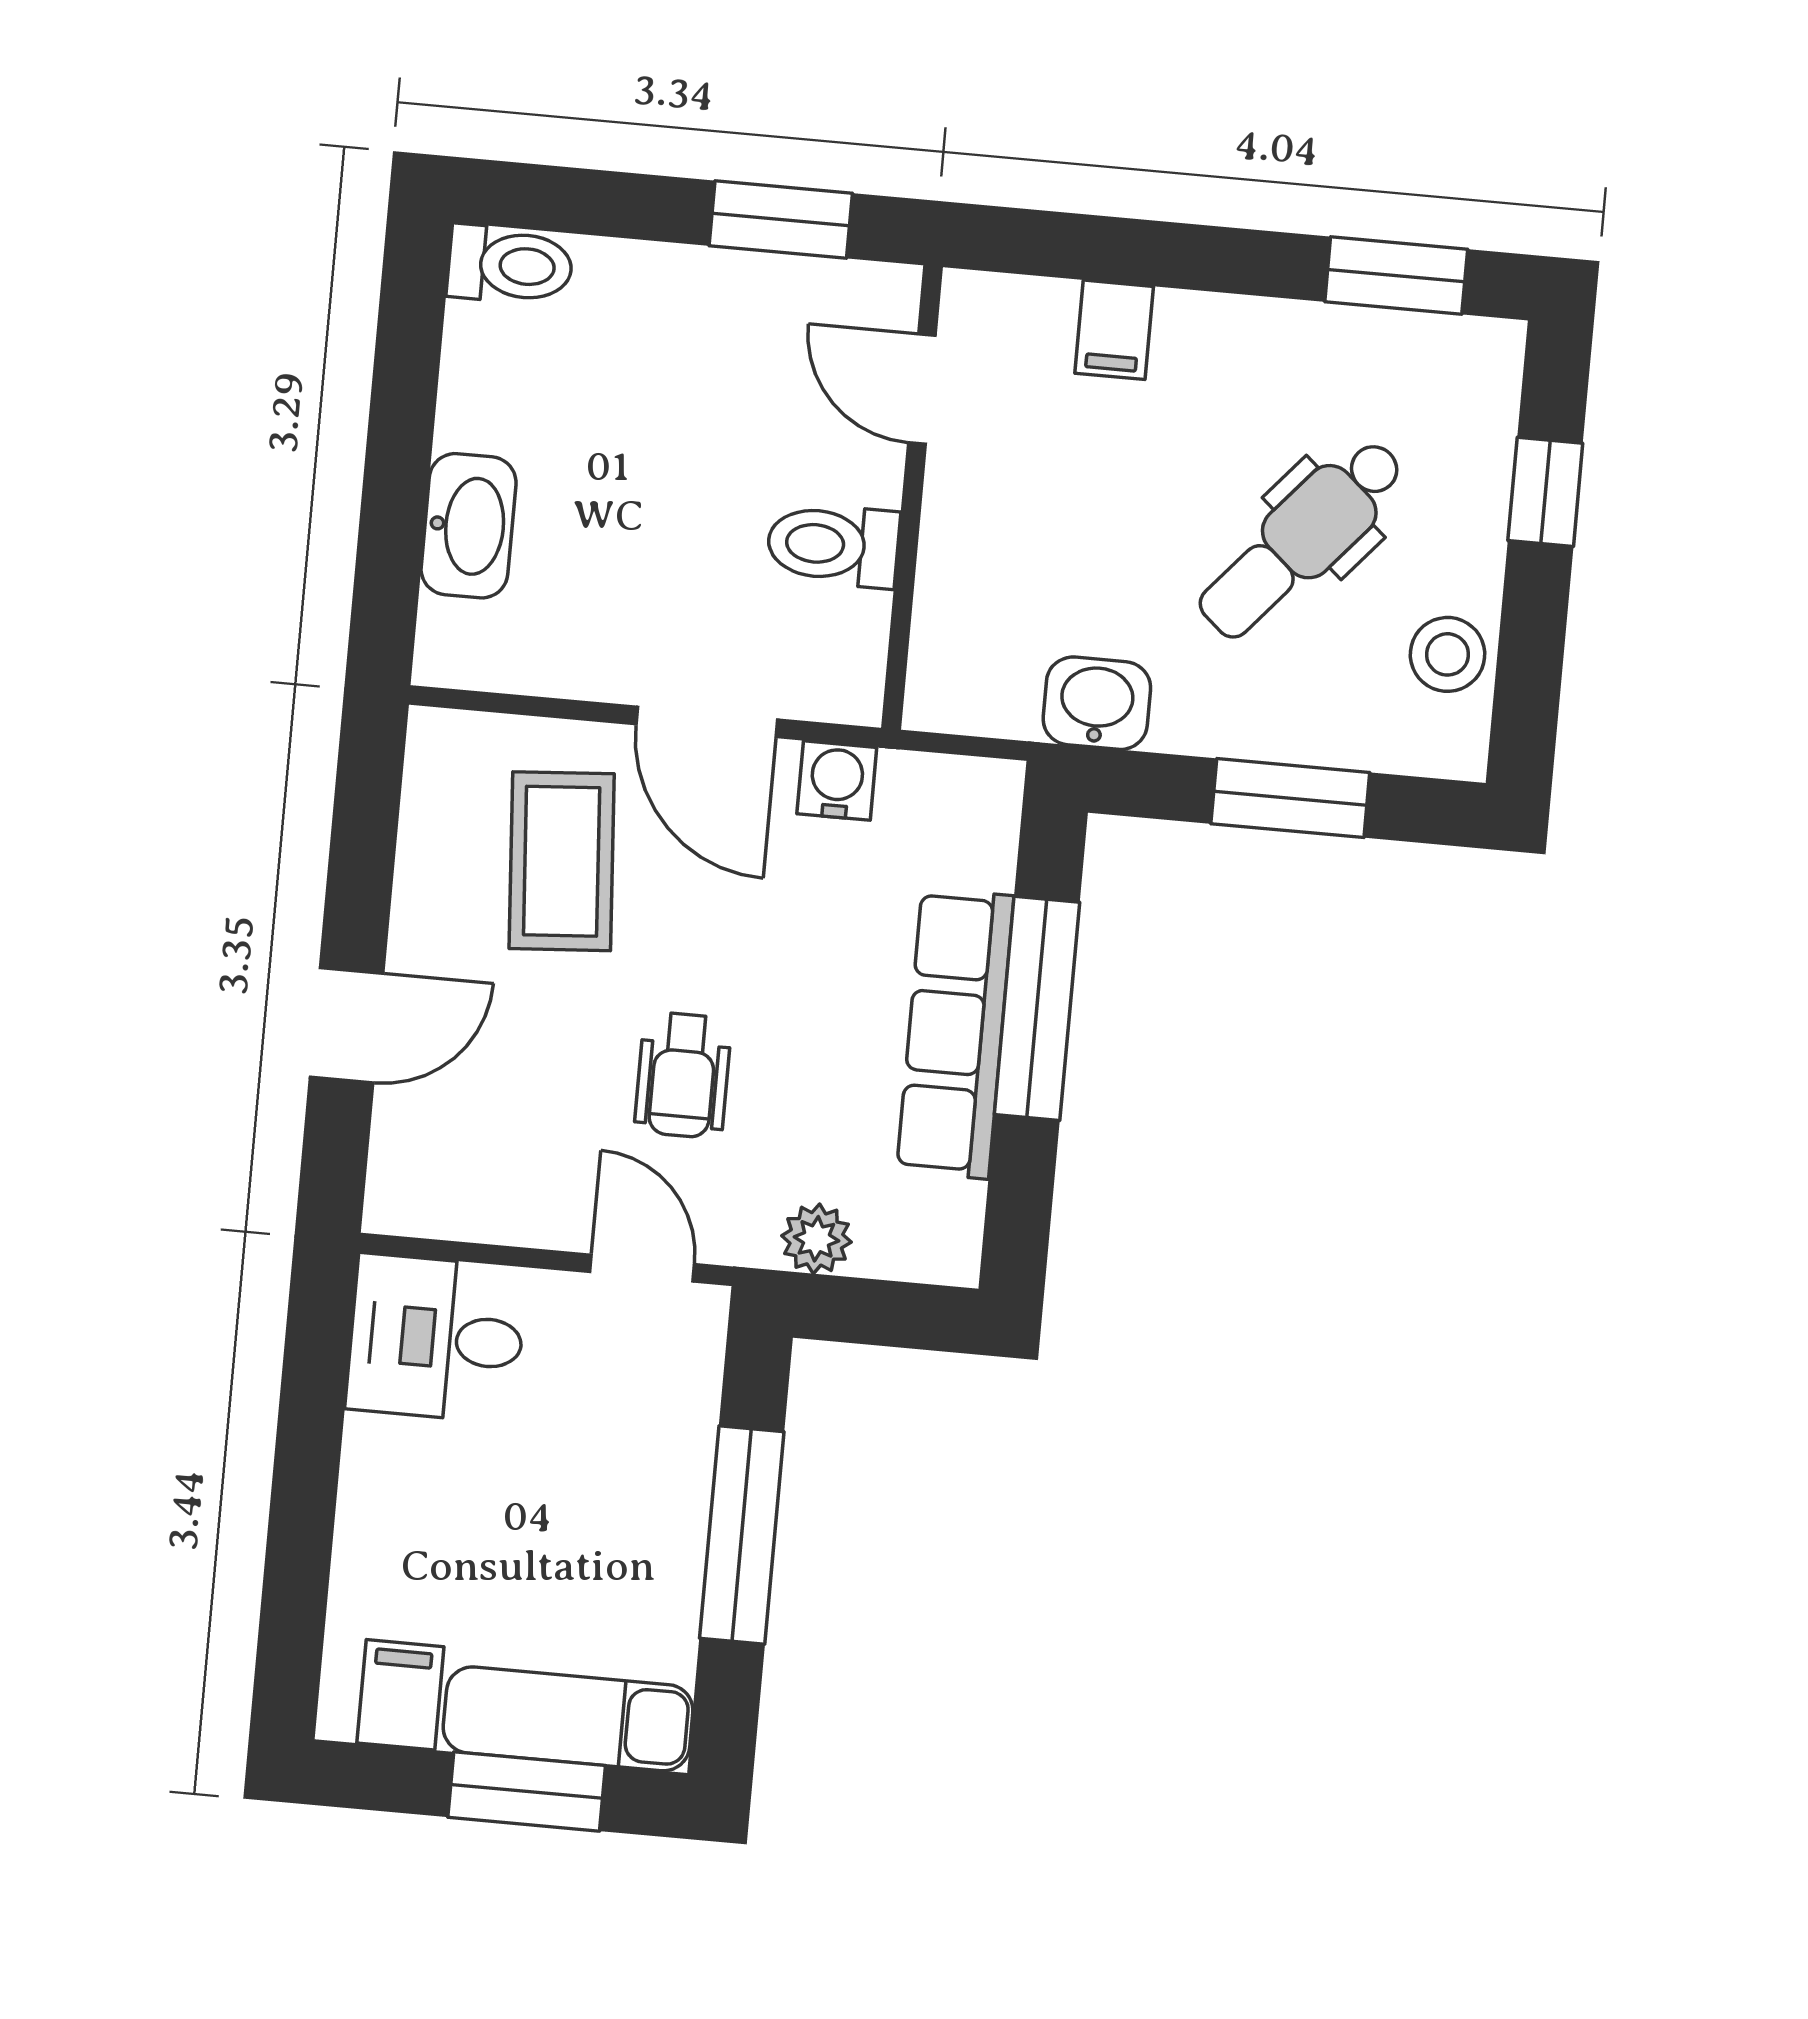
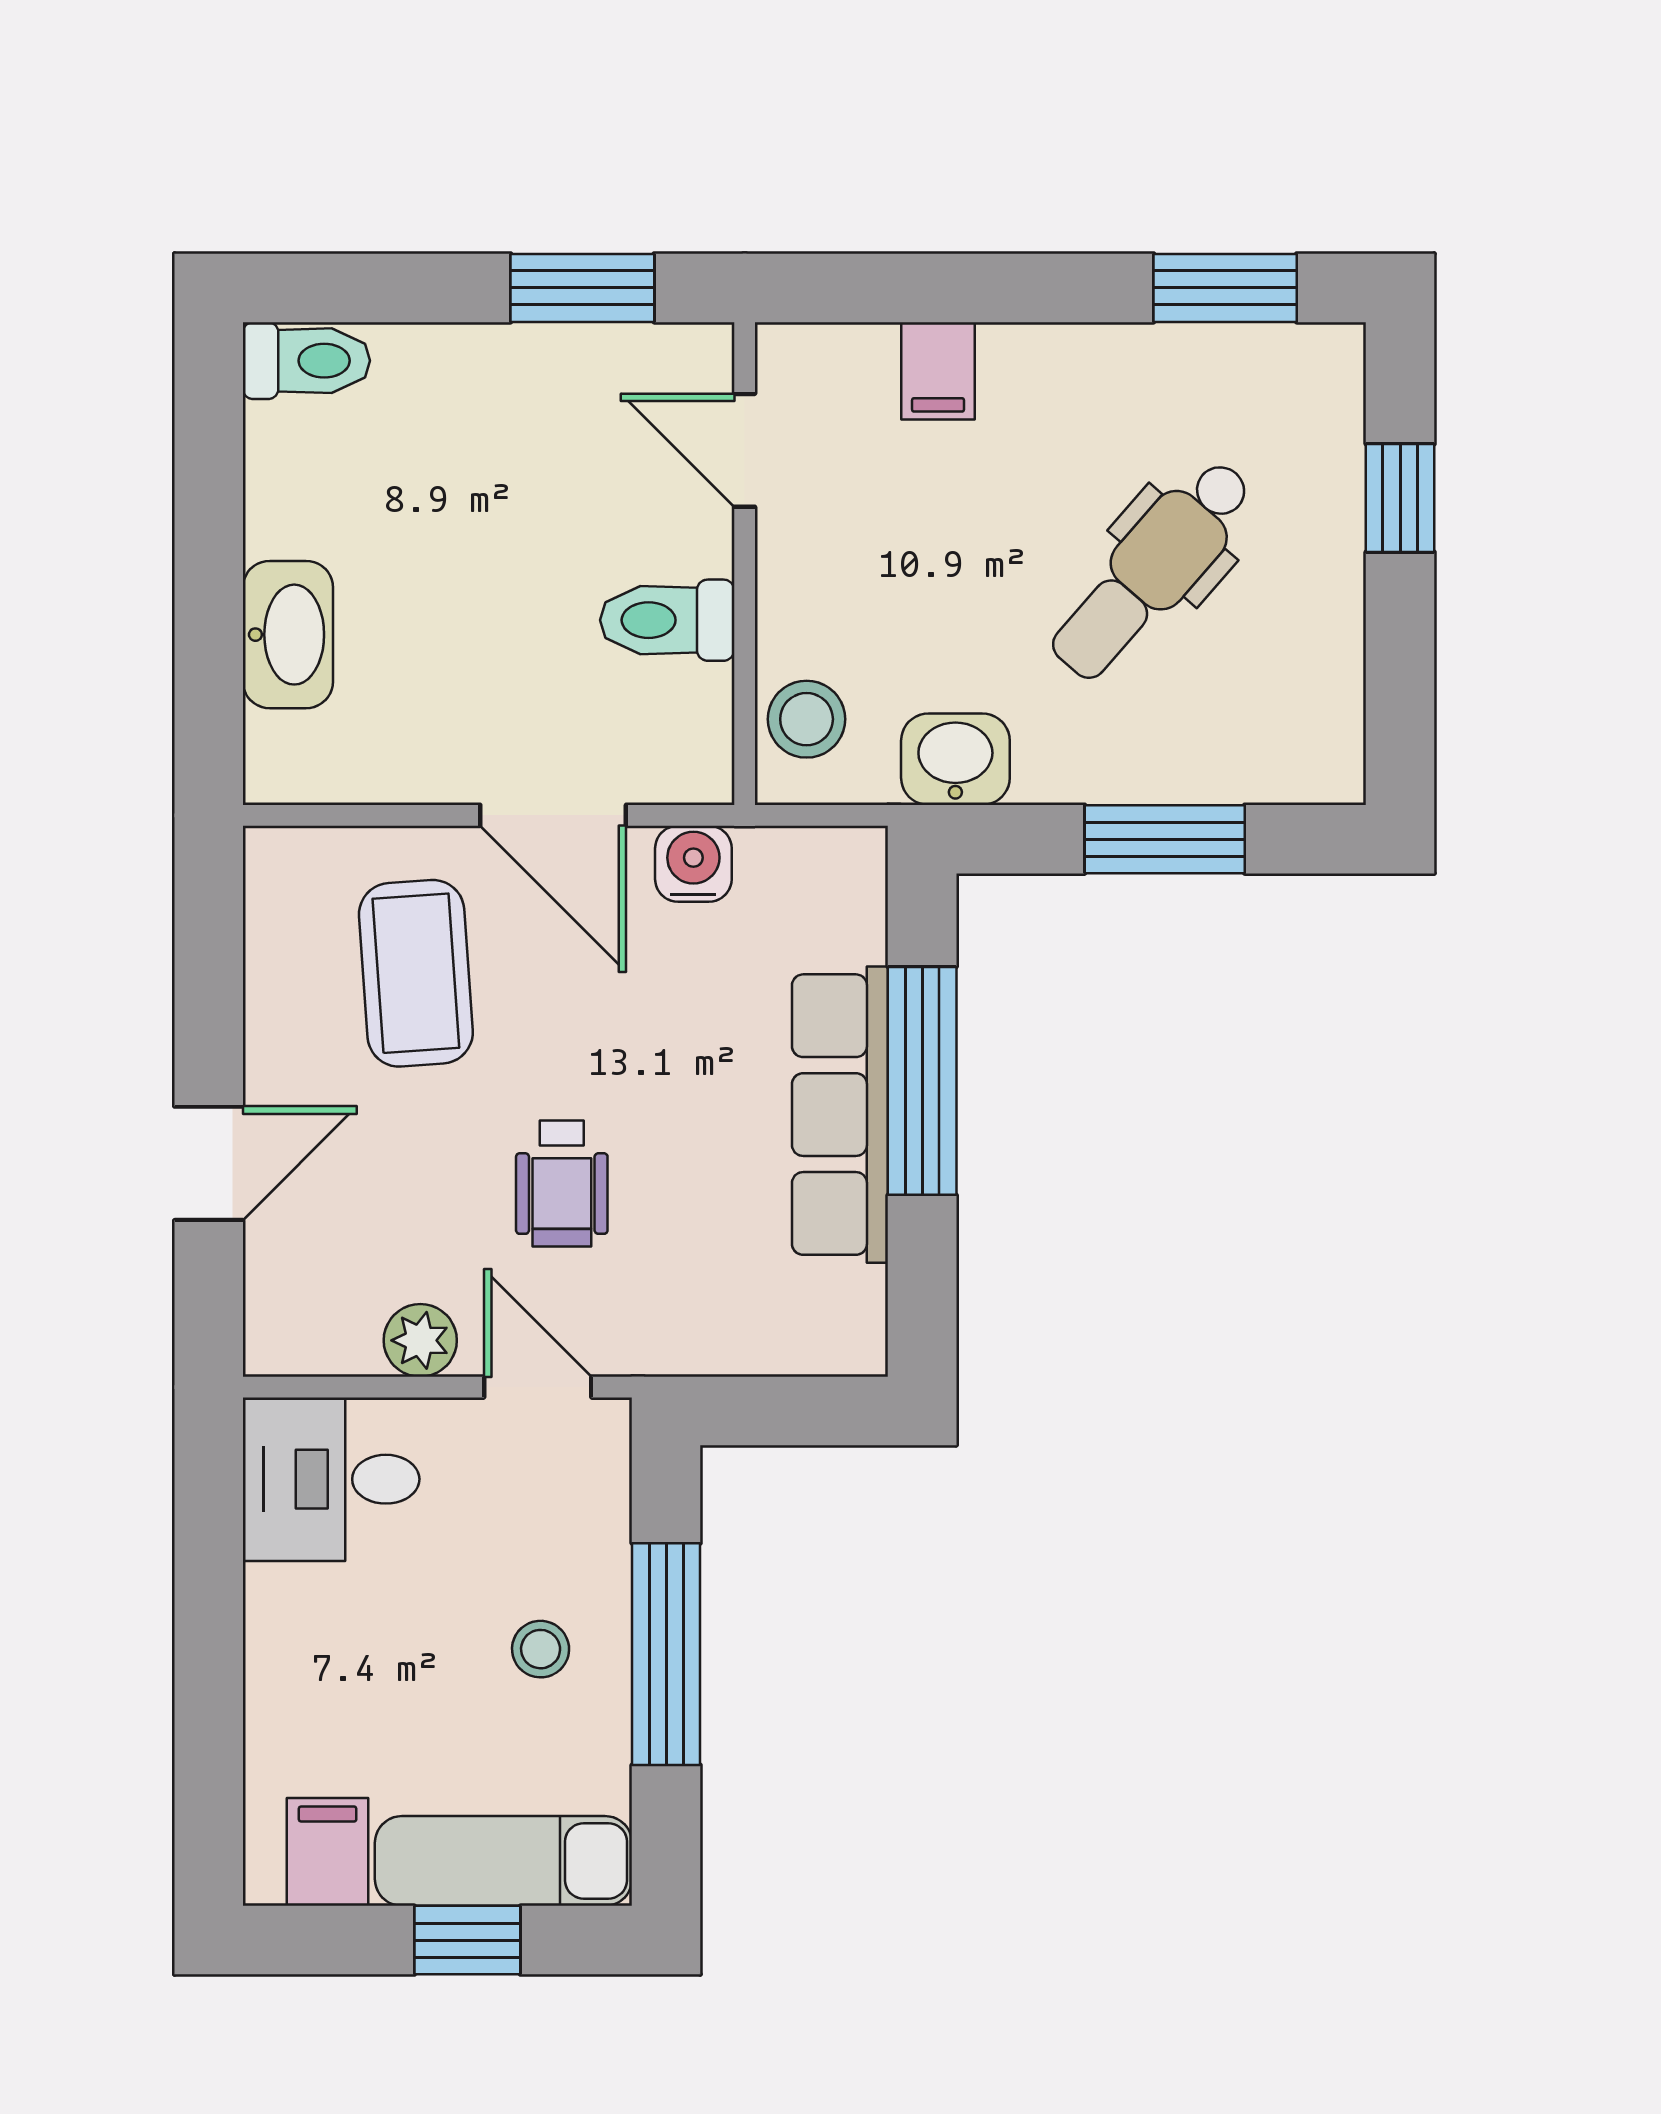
stool: (1447, 654) -> (807, 719), moved
plant: (816, 1239) -> (420, 1340), moved
stool: (622, 1519) -> (541, 1649), added
window: (527, 1791) -> (467, 1940), width x0.67

